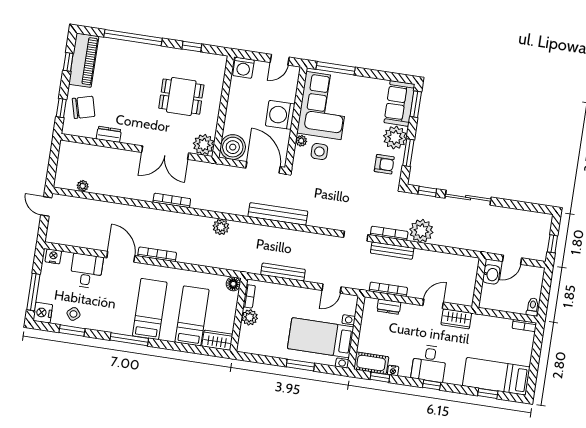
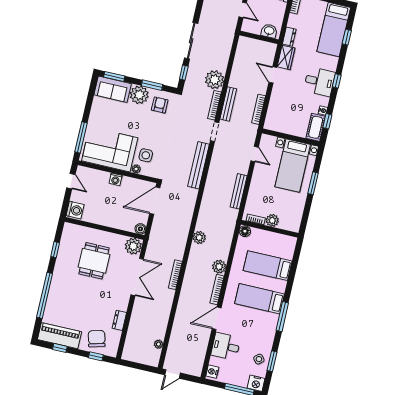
washing machine: (280, 115) -> (116, 179), width x0.53, depth x0.53
boiler: (233, 147) -> (140, 229), width x0.54, depth x0.54
bench: (278, 214) -> (199, 165), moved
plant: (186, 255) -> (219, 267), added
washbasin: (491, 274) -> (269, 31), moved
dresser: (389, 307) -> (289, 37), moved
wardrobe: (217, 340) -> (288, 247), removed

